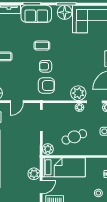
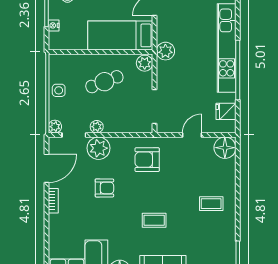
armchair: (46, 66) -> (104, 188), moved
plant: (34, 174) -> (165, 51), moved

